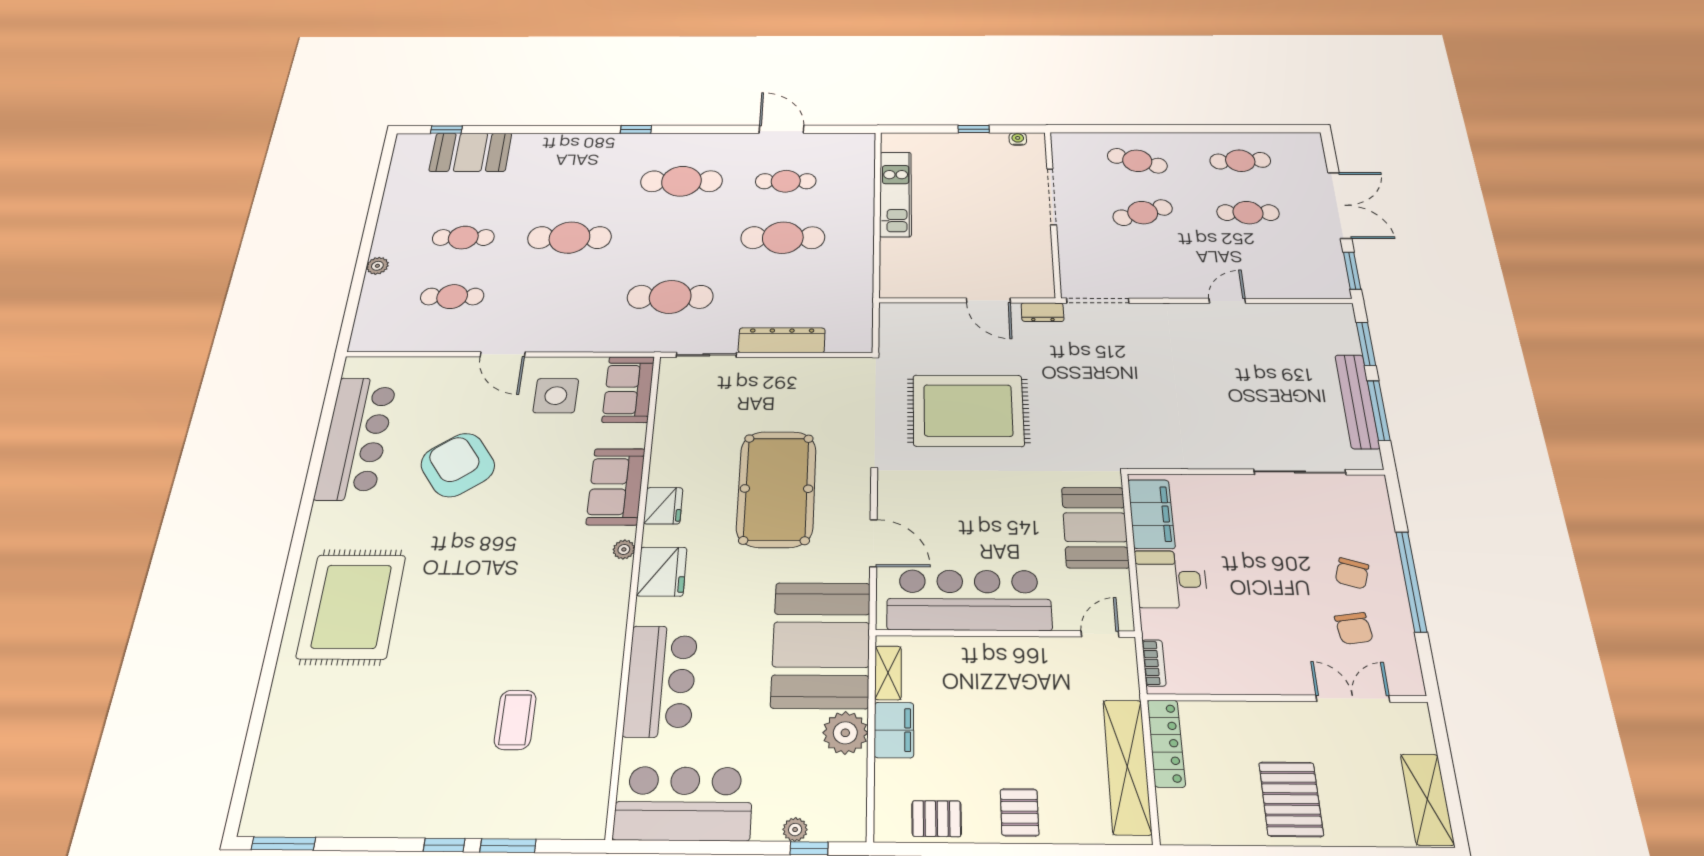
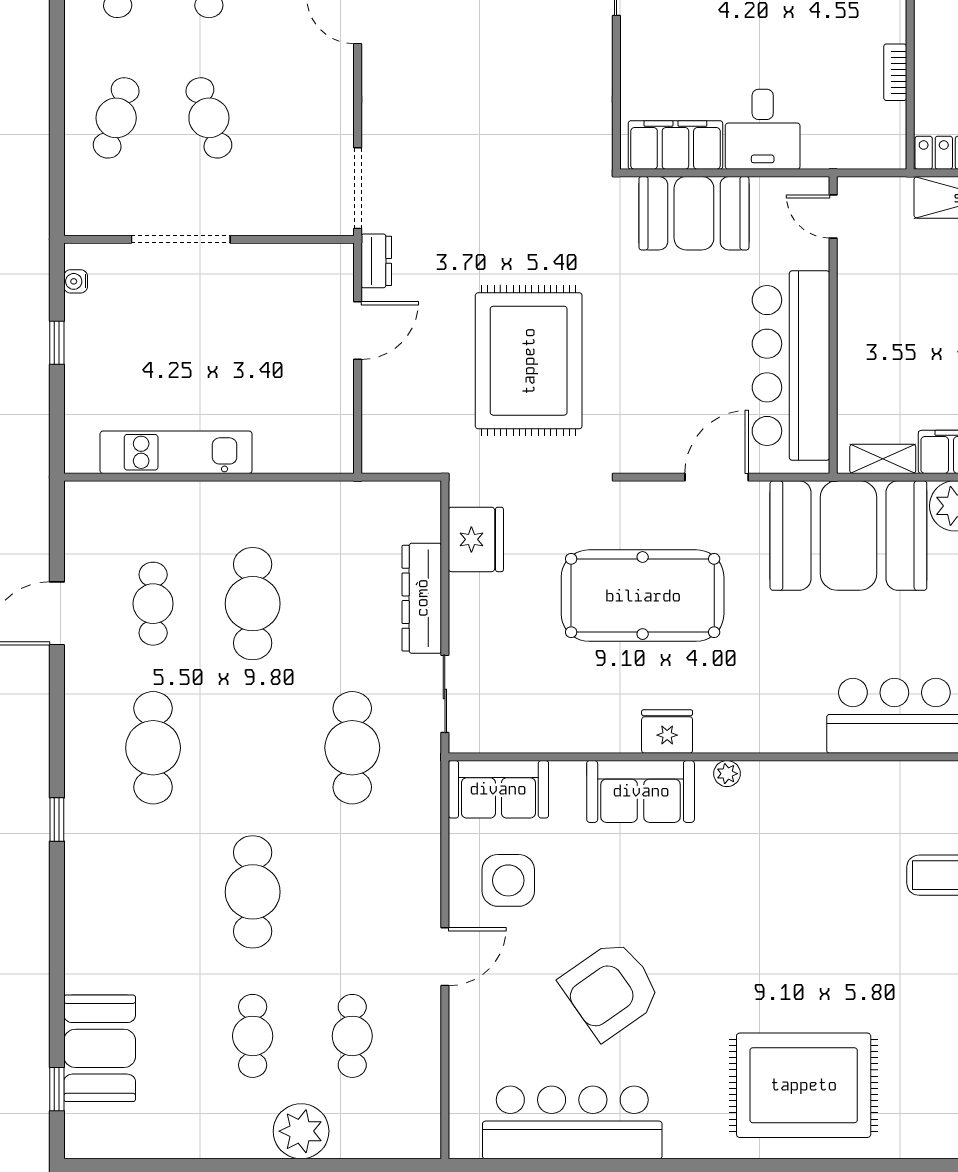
plant: (377, 266) -> (301, 1131), width x1.87, depth x1.87
fridge: (662, 572) -> (476, 539), moved, turned 90
bookcase: (1154, 663) -> (895, 72), moved, turned -90

